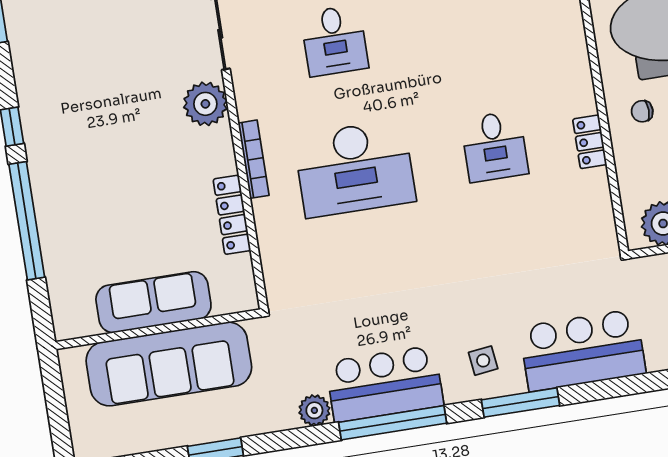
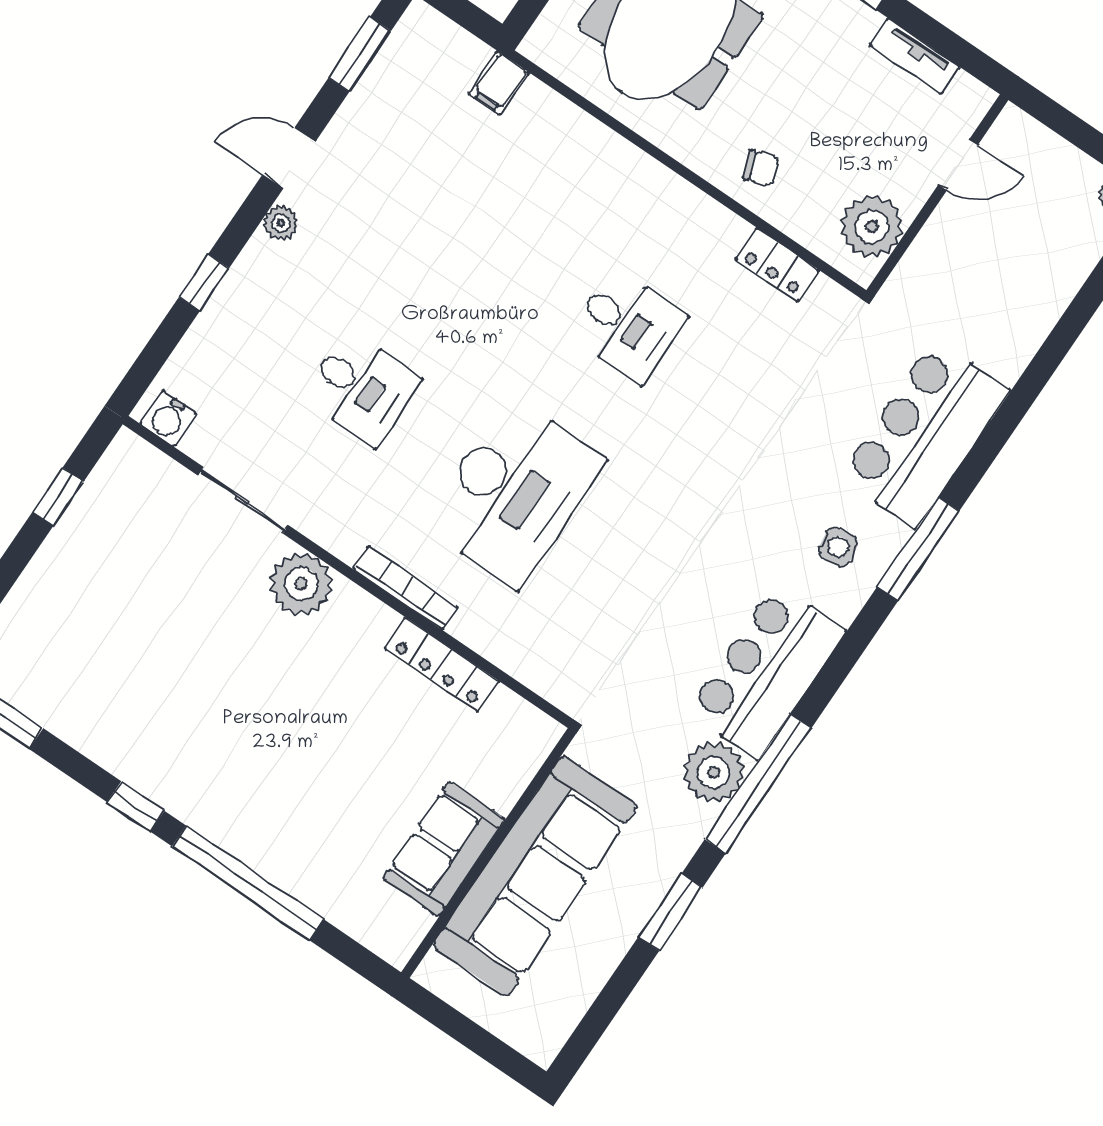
chair: (642, 111) -> (761, 168), moved, turned -109
locker: (590, 142) -> (777, 265), moved
sofa: (153, 302) -> (444, 849), width x0.73
plant: (314, 410) -> (714, 772), width x1.36, depth x1.36
window: (393, 423) -> (758, 784), moved

